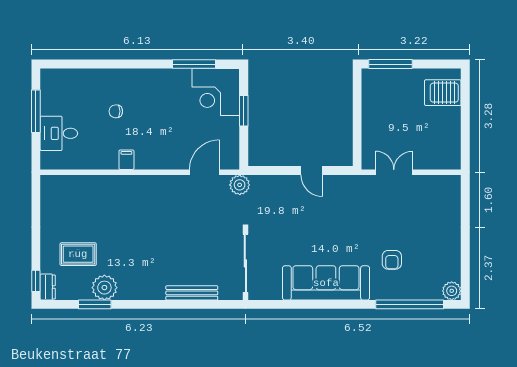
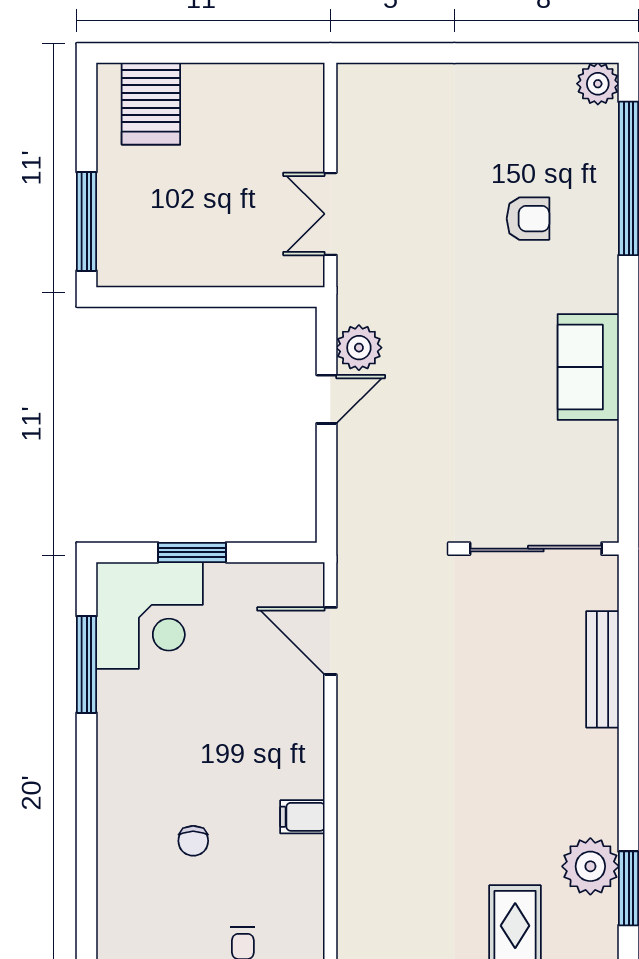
plant: (240, 185) -> (359, 348), moved
sofa: (326, 283) -> (588, 367), width x0.54, depth x0.79

